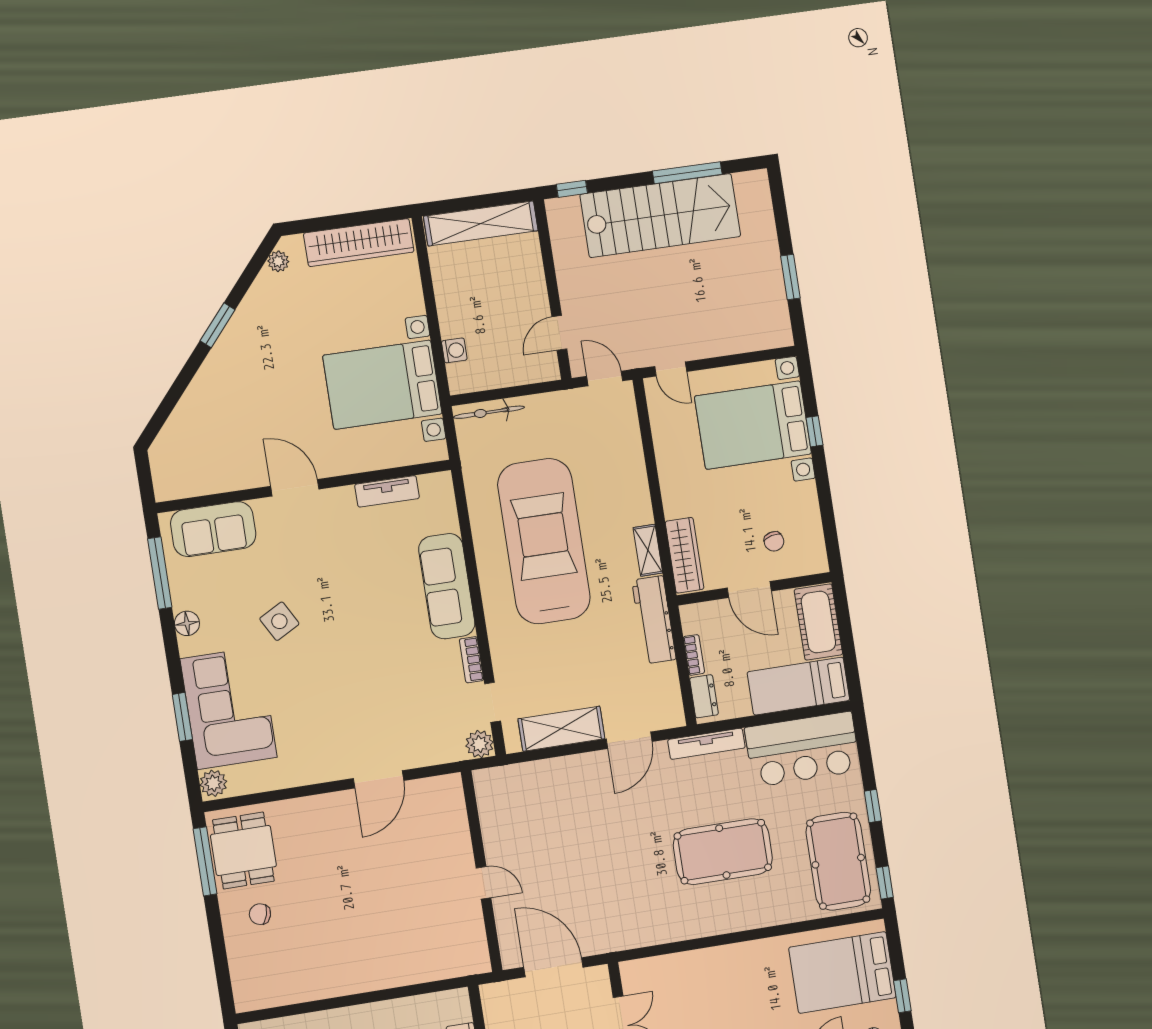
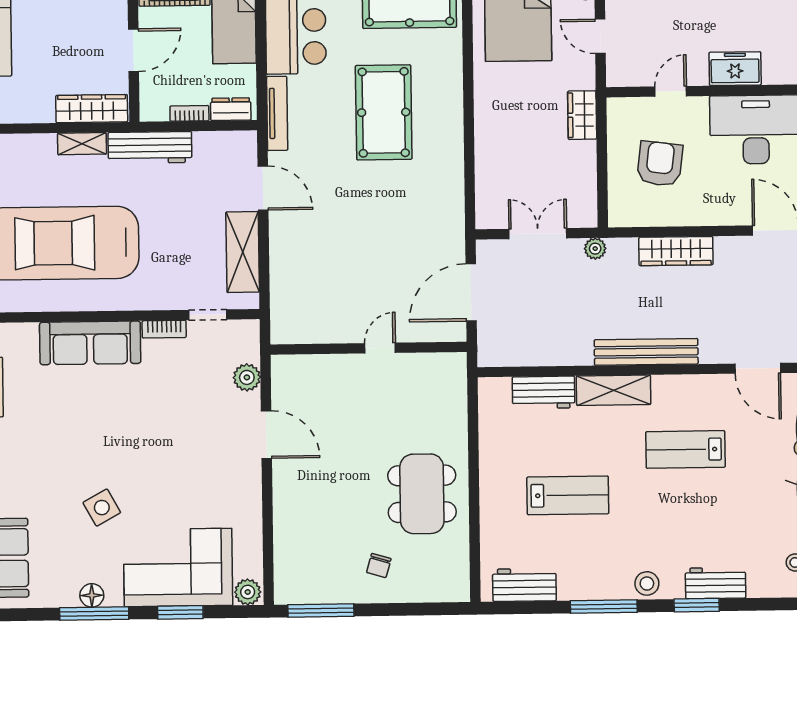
chair: (774, 541) -> (90, 19), removed
window: (160, 573) -> (94, 614), moved
plant: (480, 744) -> (247, 377), moved
dining table: (243, 851) -> (422, 494), moved, width x1.37

